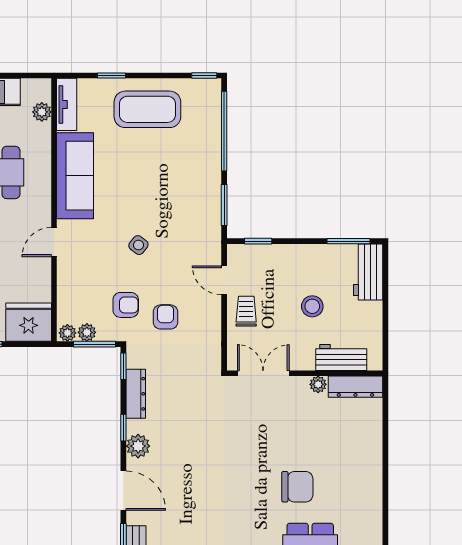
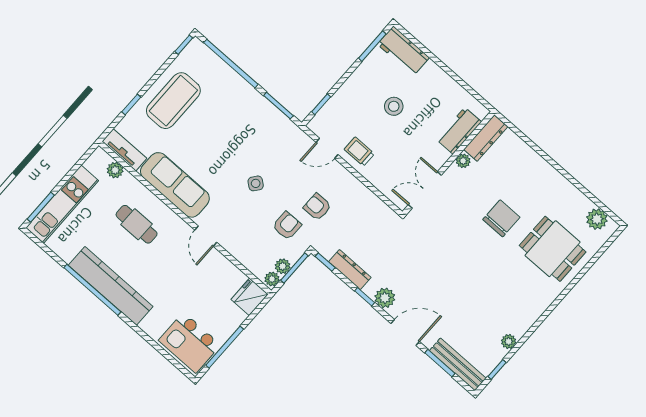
fridge: (29, 322) -> (249, 297), width x0.73, depth x0.75
workbench: (341, 357) -> (459, 131), moved
double door: (263, 373) -> (425, 190), moved
wall: (305, 373) -> (448, 163), moved
plant: (318, 384) -> (463, 161), moved
dresser: (355, 387) -> (486, 138), moved

